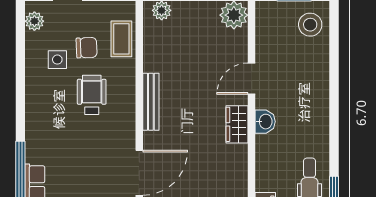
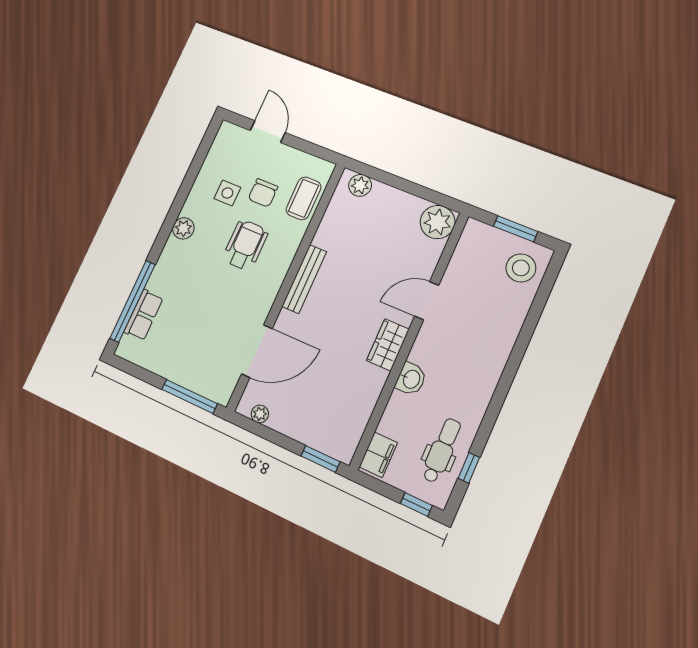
plant: (34, 21) -> (183, 228), moved
chair: (87, 48) -> (263, 193), turned 92
washbasin: (265, 122) -> (411, 379), moved

